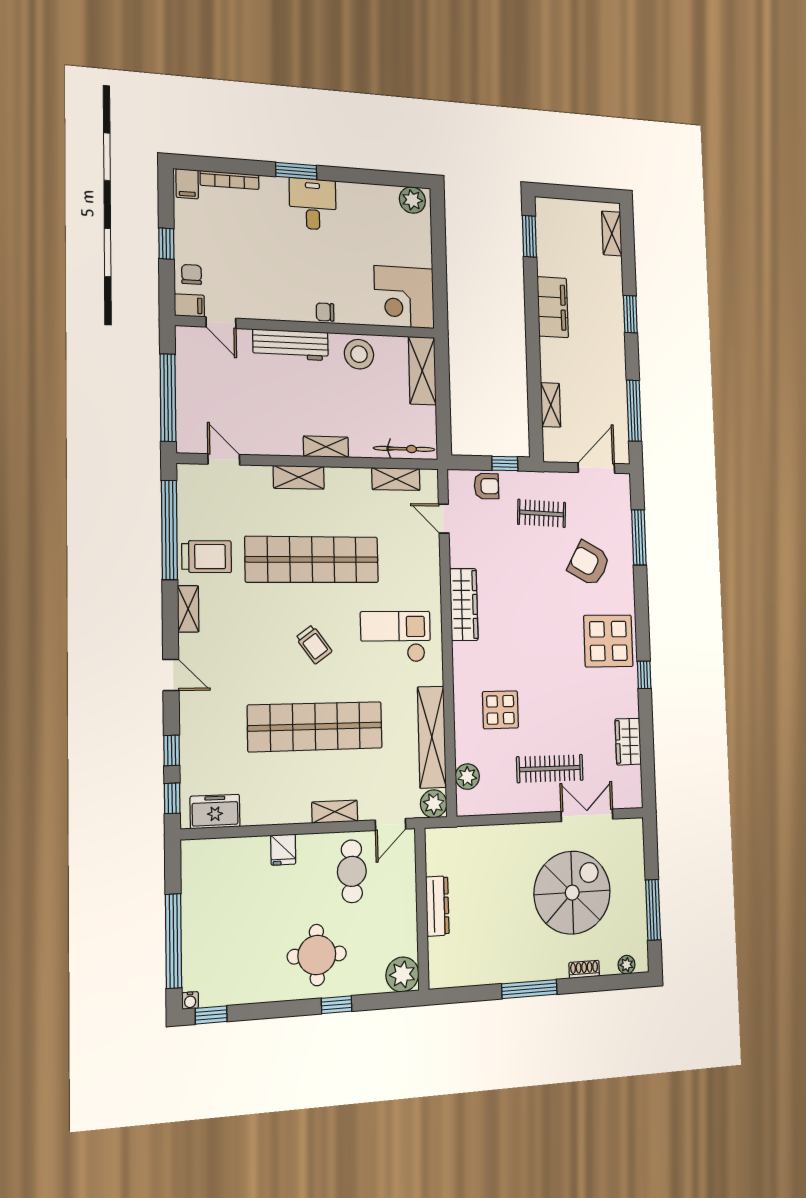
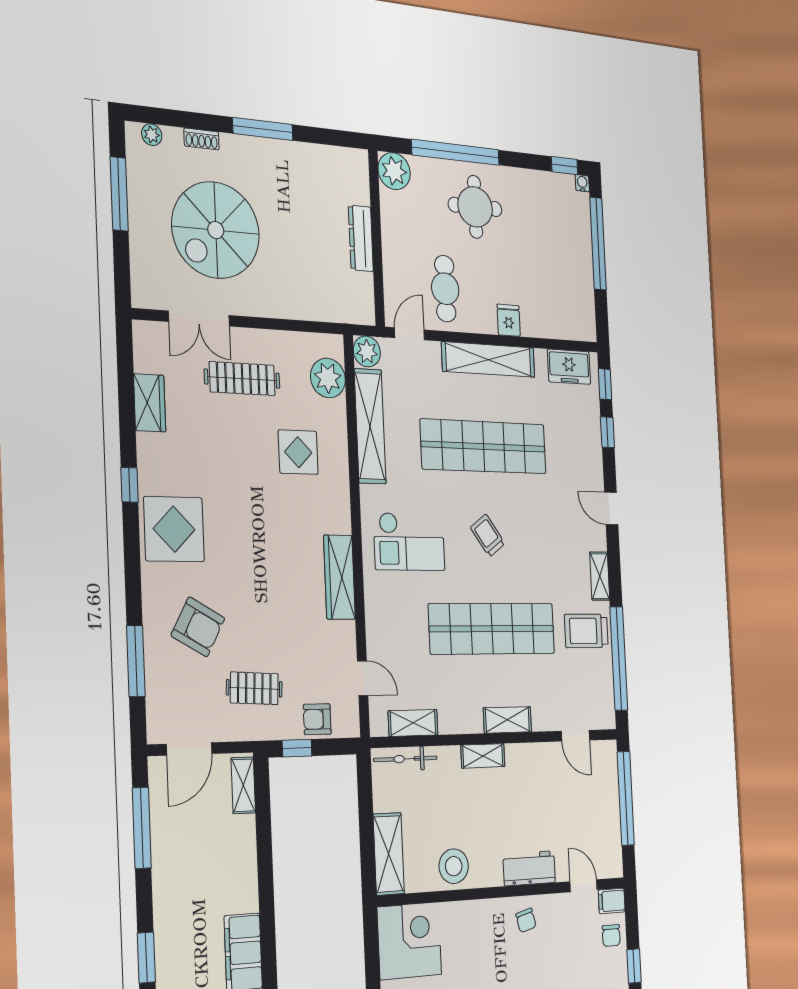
chair: (325, 312) -> (526, 920), moved, turned 76
workbench: (291, 345) -> (529, 868), width x0.73
shelving: (551, 405) -> (243, 785), moved
plant: (467, 777) -> (328, 378), width x1.36, depth x1.36
shelving: (335, 812) -> (488, 360), width x2.20, depth x1.33
window: (337, 1005) -> (456, 152), width x3.17

